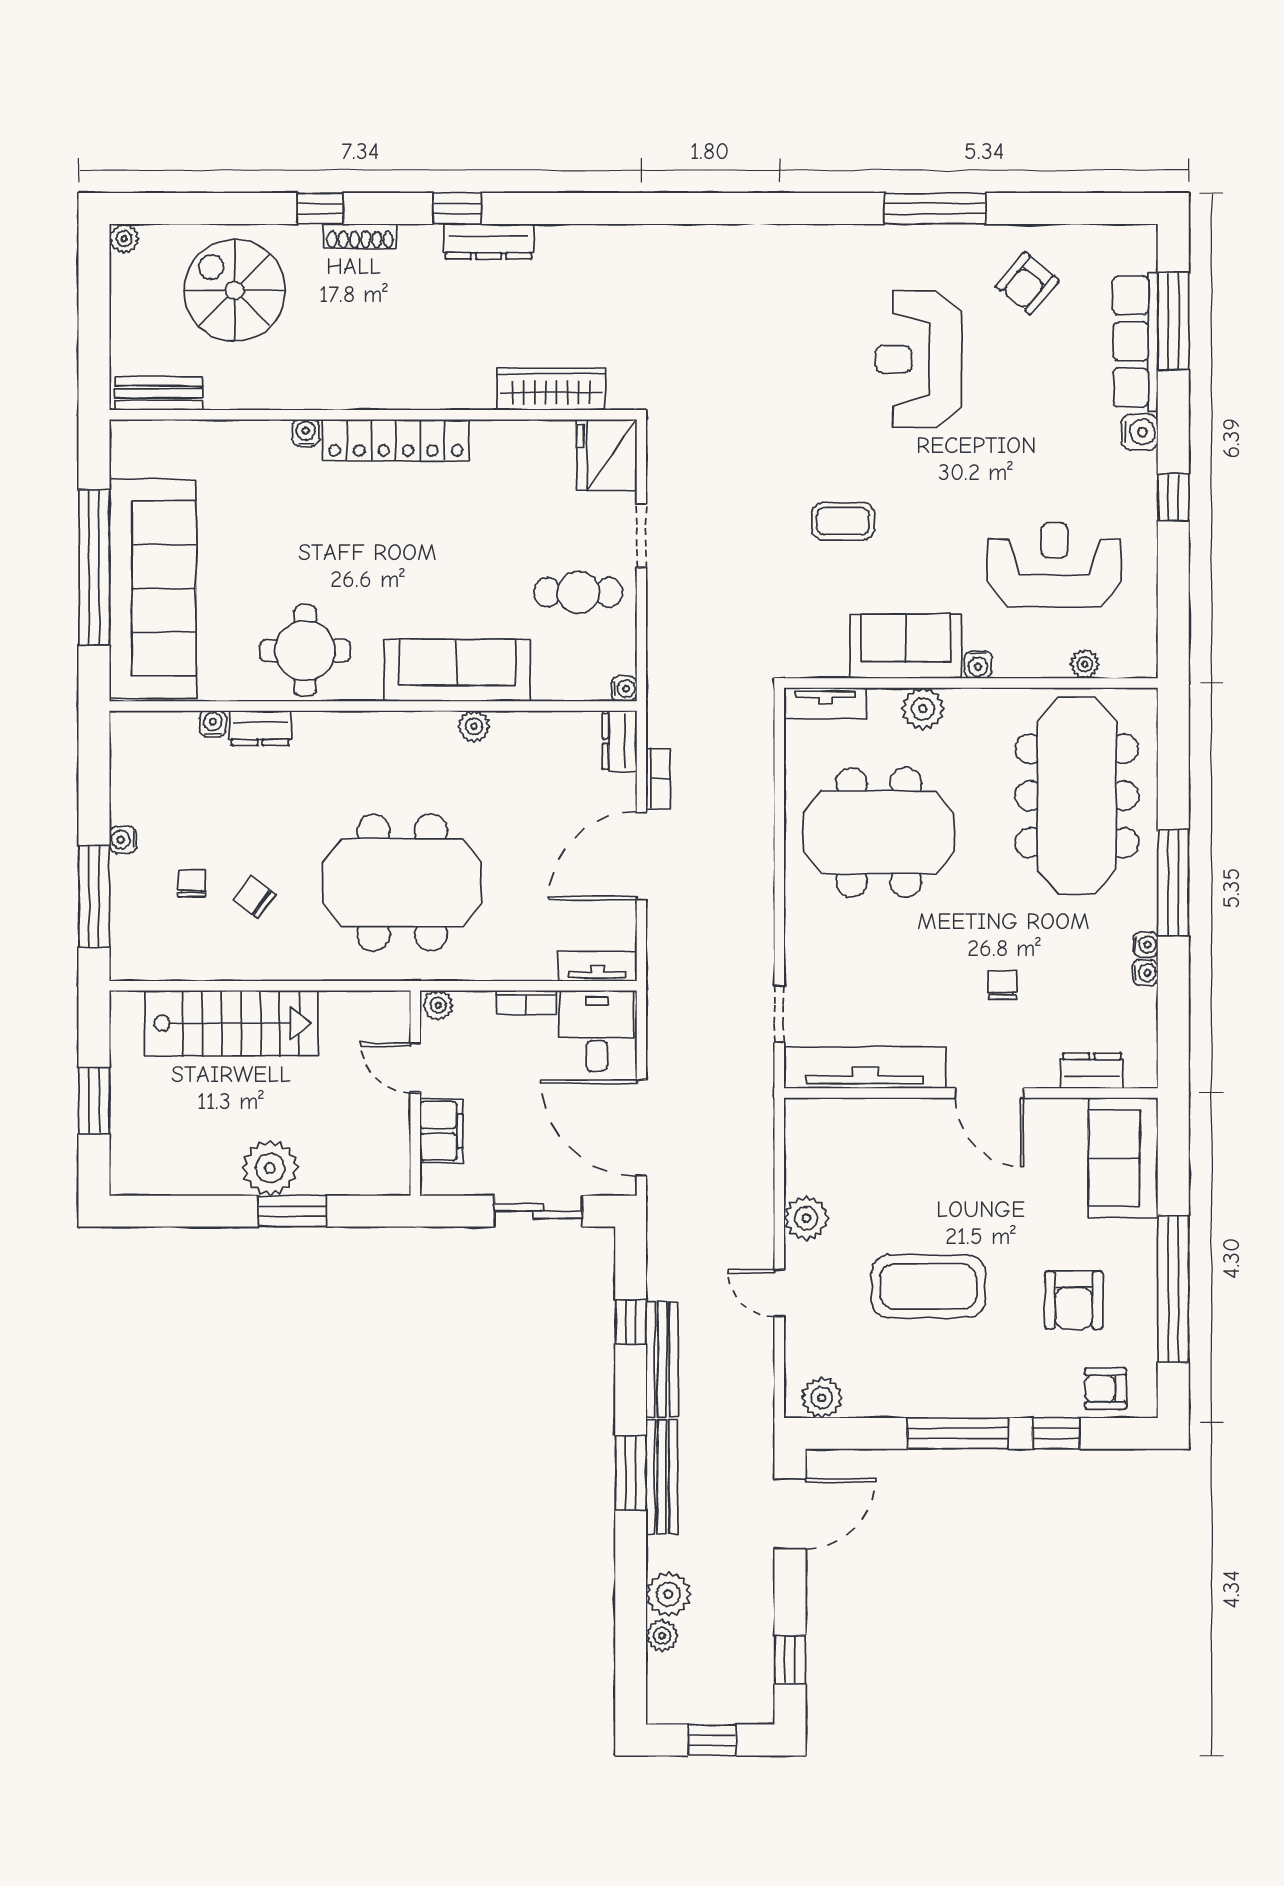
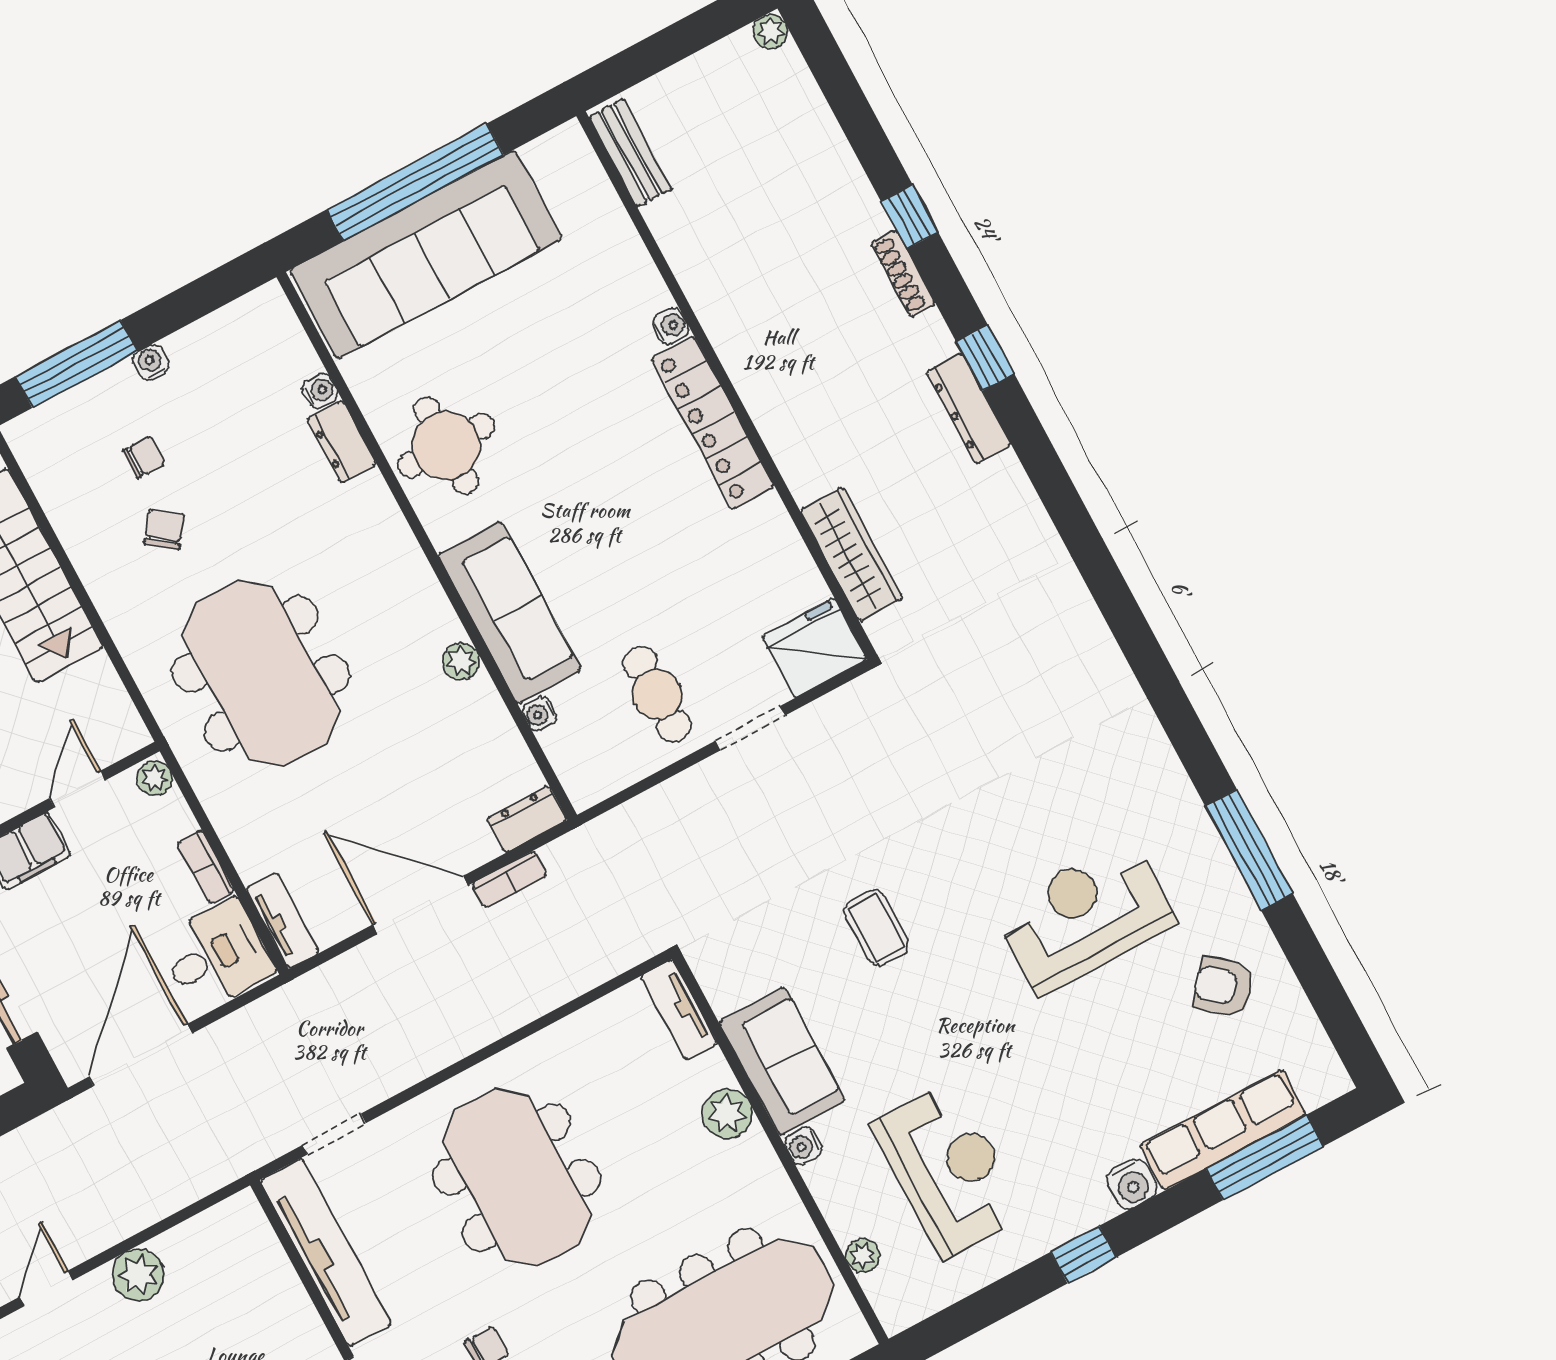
spiral stairs: (235, 290) -> (778, 174), removed
water cooler: (624, 689) -> (540, 714), moved, turned 90
meeting table: (879, 832) -> (517, 1177), moved

